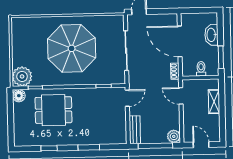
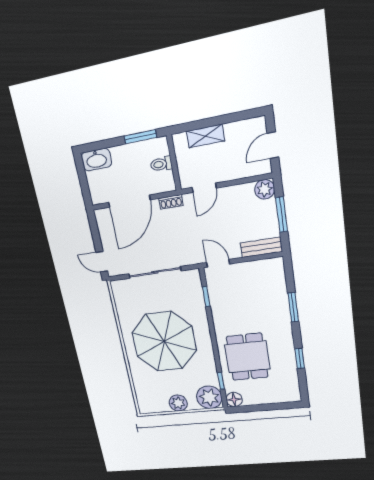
washbasin: (212, 35) -> (96, 160), moved
plant: (19, 51) -> (178, 403), added
window: (155, 146) -> (282, 215), width x0.69

